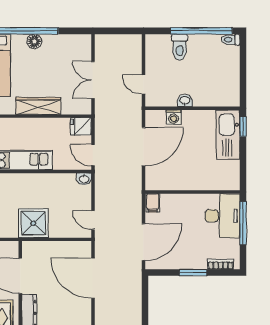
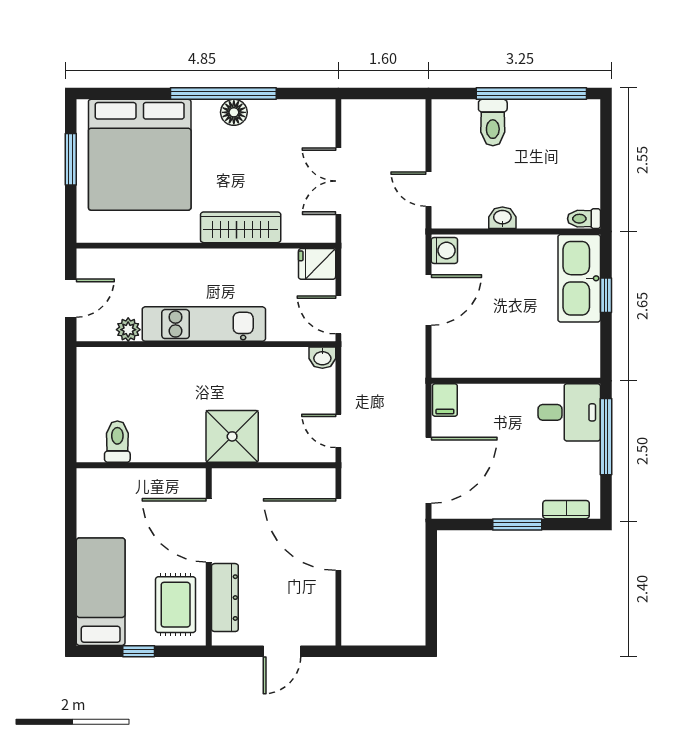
toilet: (231, 40) -> (584, 219), moved
washing machine: (174, 117) -> (444, 250), moved, turned -90
window: (243, 127) -> (606, 295), moved
door: (143, 147) -> (428, 300), width x0.73
desk: (222, 216) -> (569, 412), width x0.73

